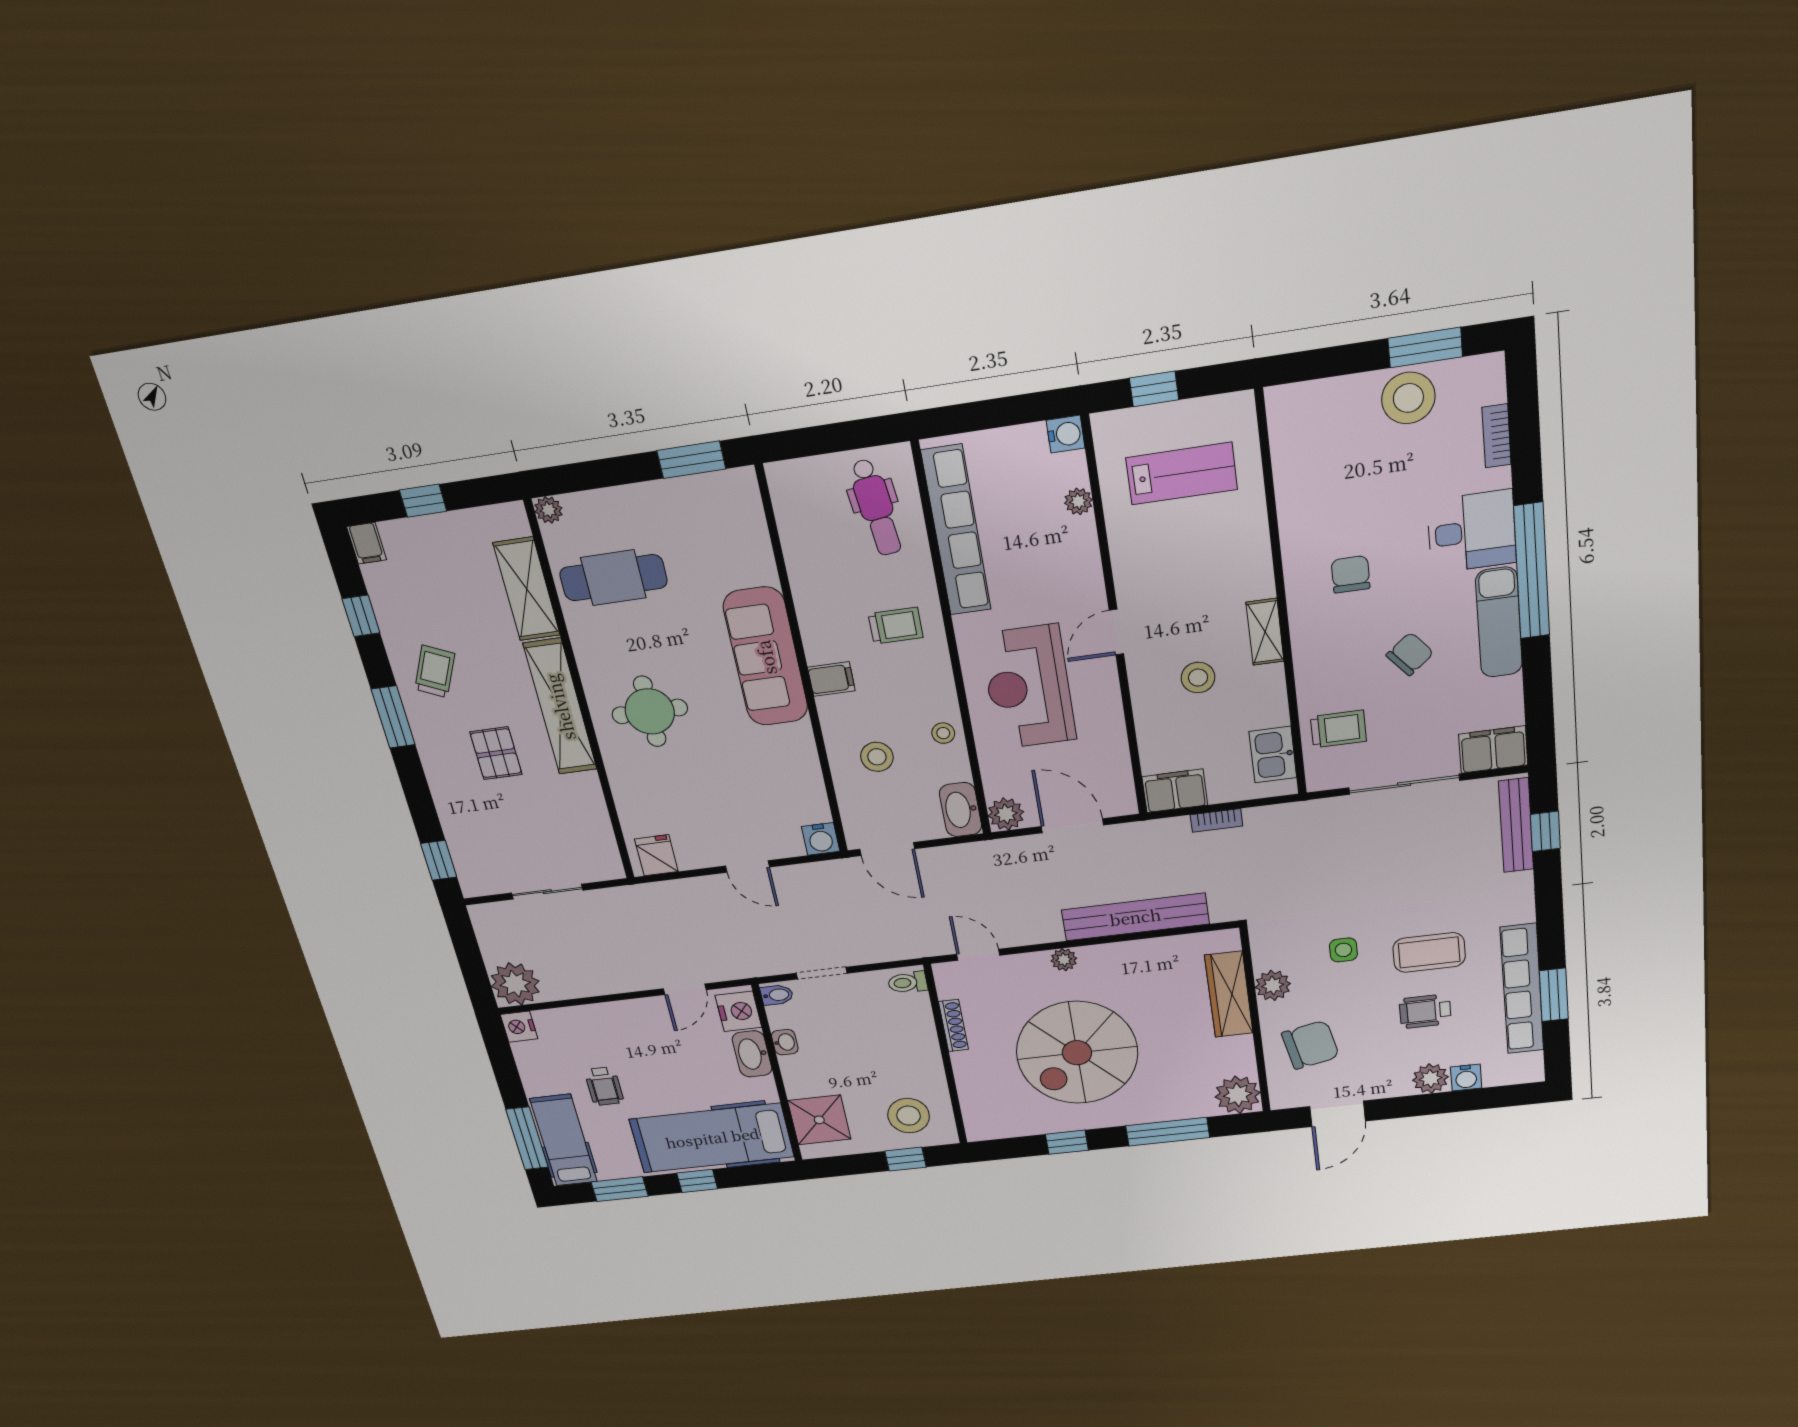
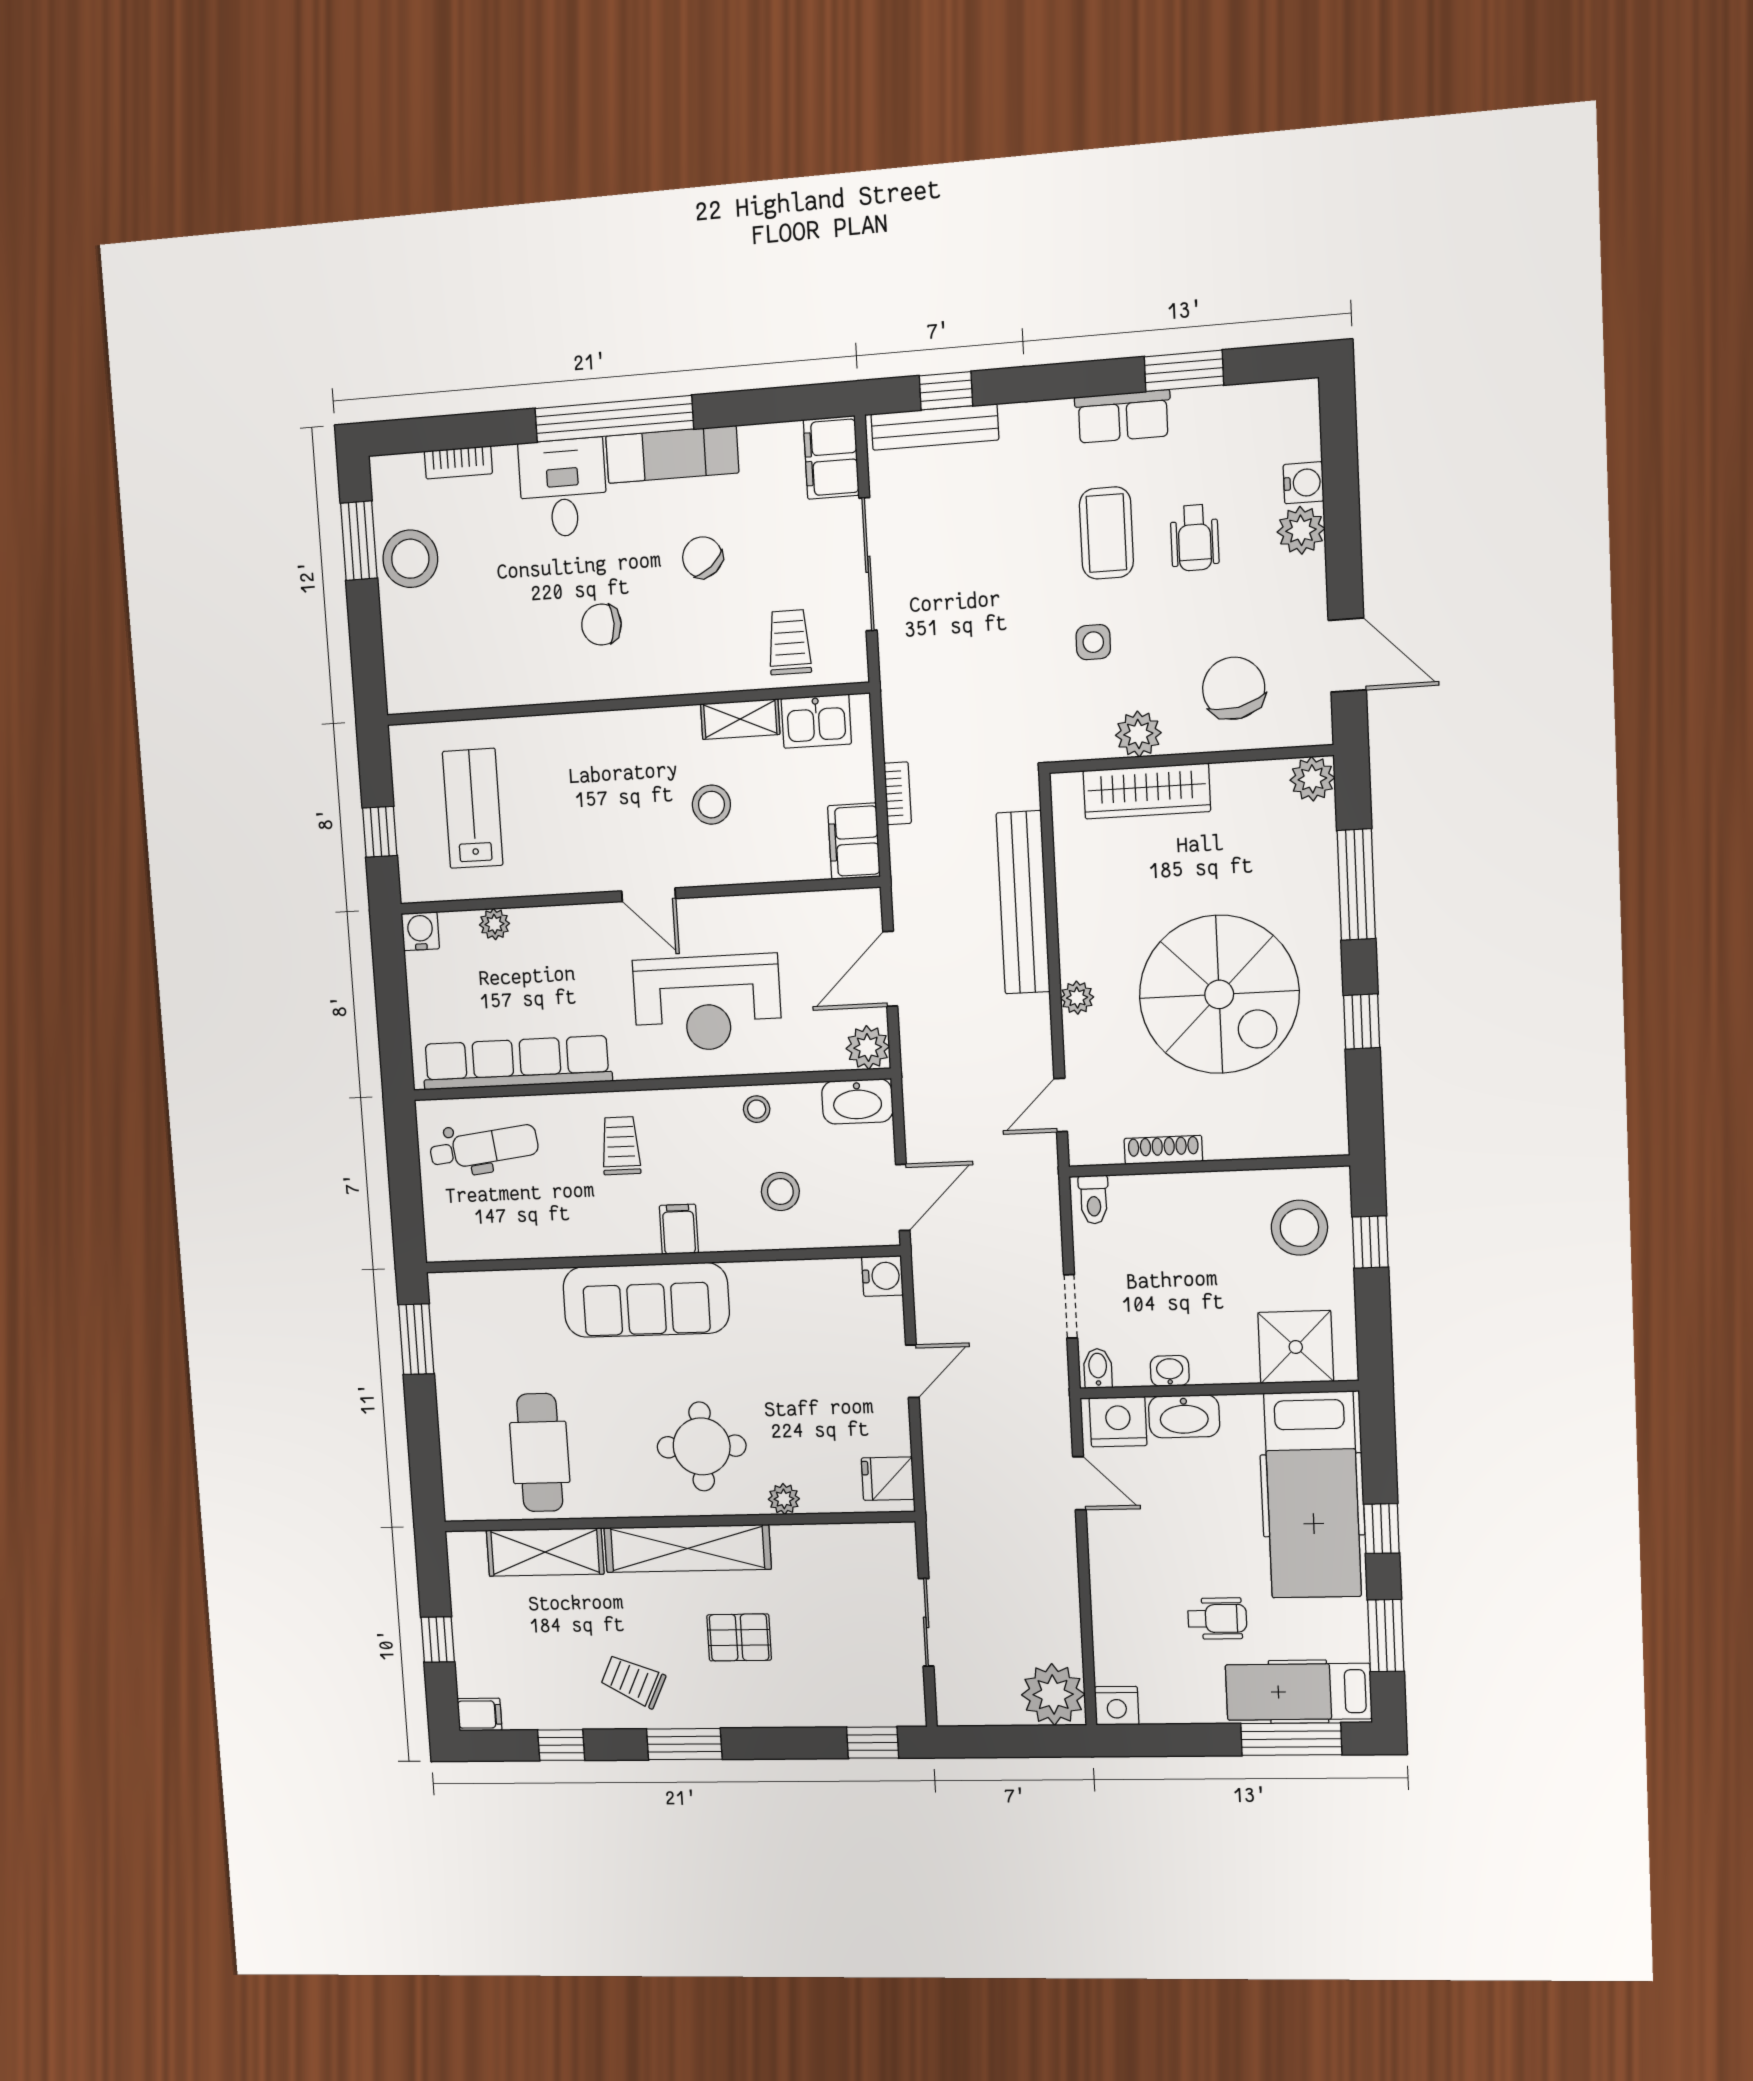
plant: (548, 510) -> (784, 1499), moved
shelving: (1265, 632) -> (740, 719), moved
row of seats: (1522, 989) -> (1123, 416), width x0.50
plant: (1238, 1095) -> (1312, 779), width x0.73, depth x0.73

